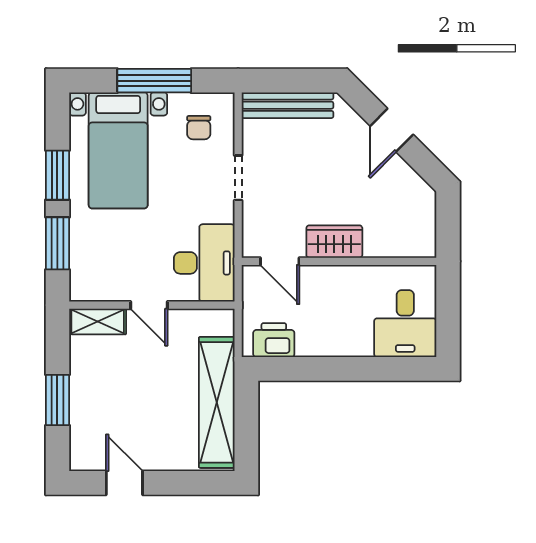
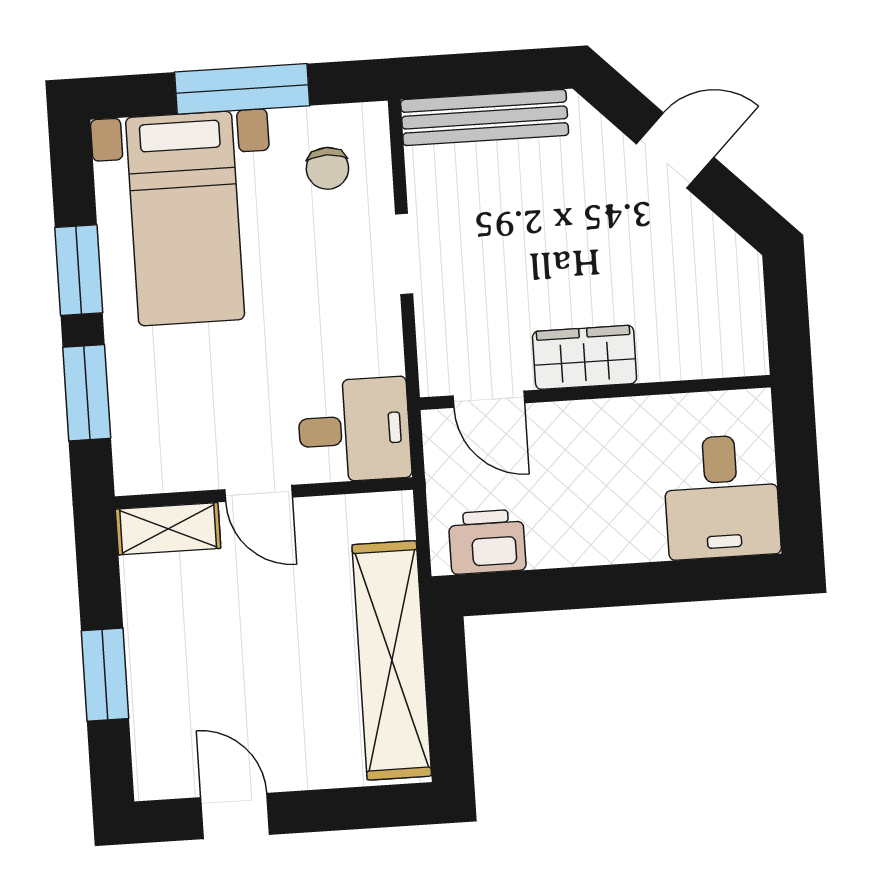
door: (392, 130) -> (675, 150), swing flipped
desk: (204, 263) -> (354, 430), width x0.73

